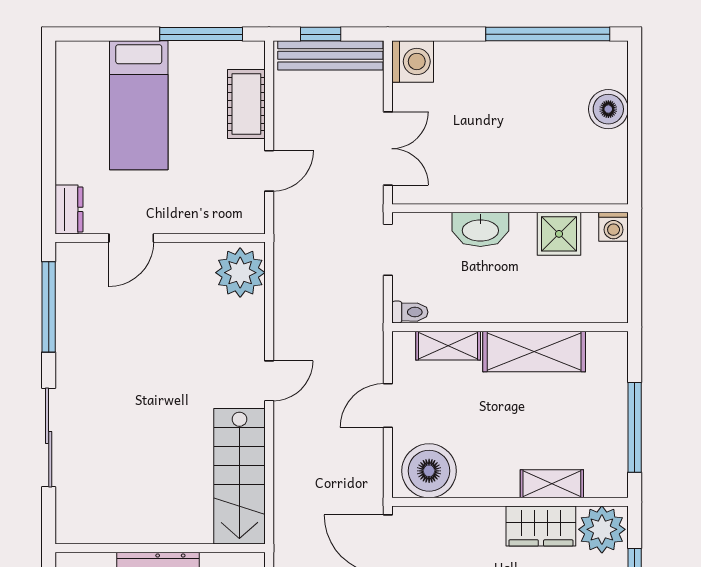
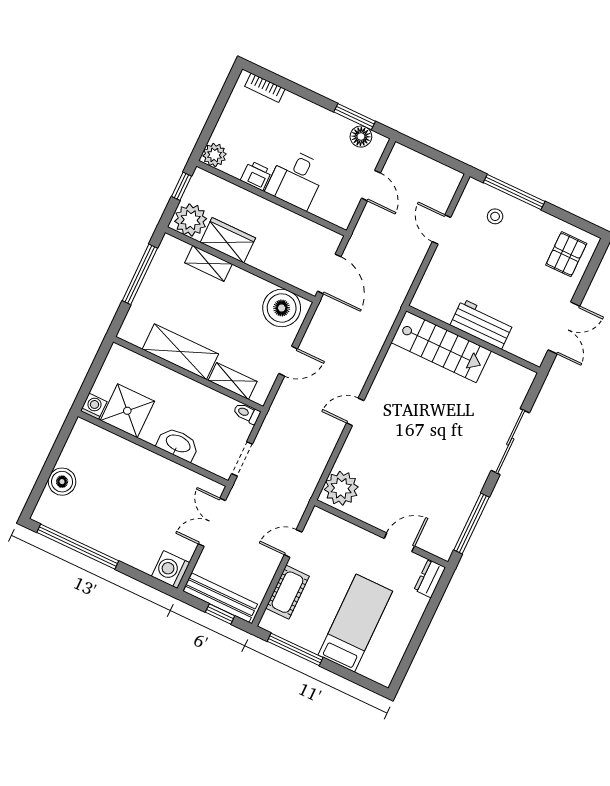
shower: (559, 234) -> (127, 411), width x1.36, depth x1.36
stairs: (239, 476) -> (441, 347), moved, turned 90

